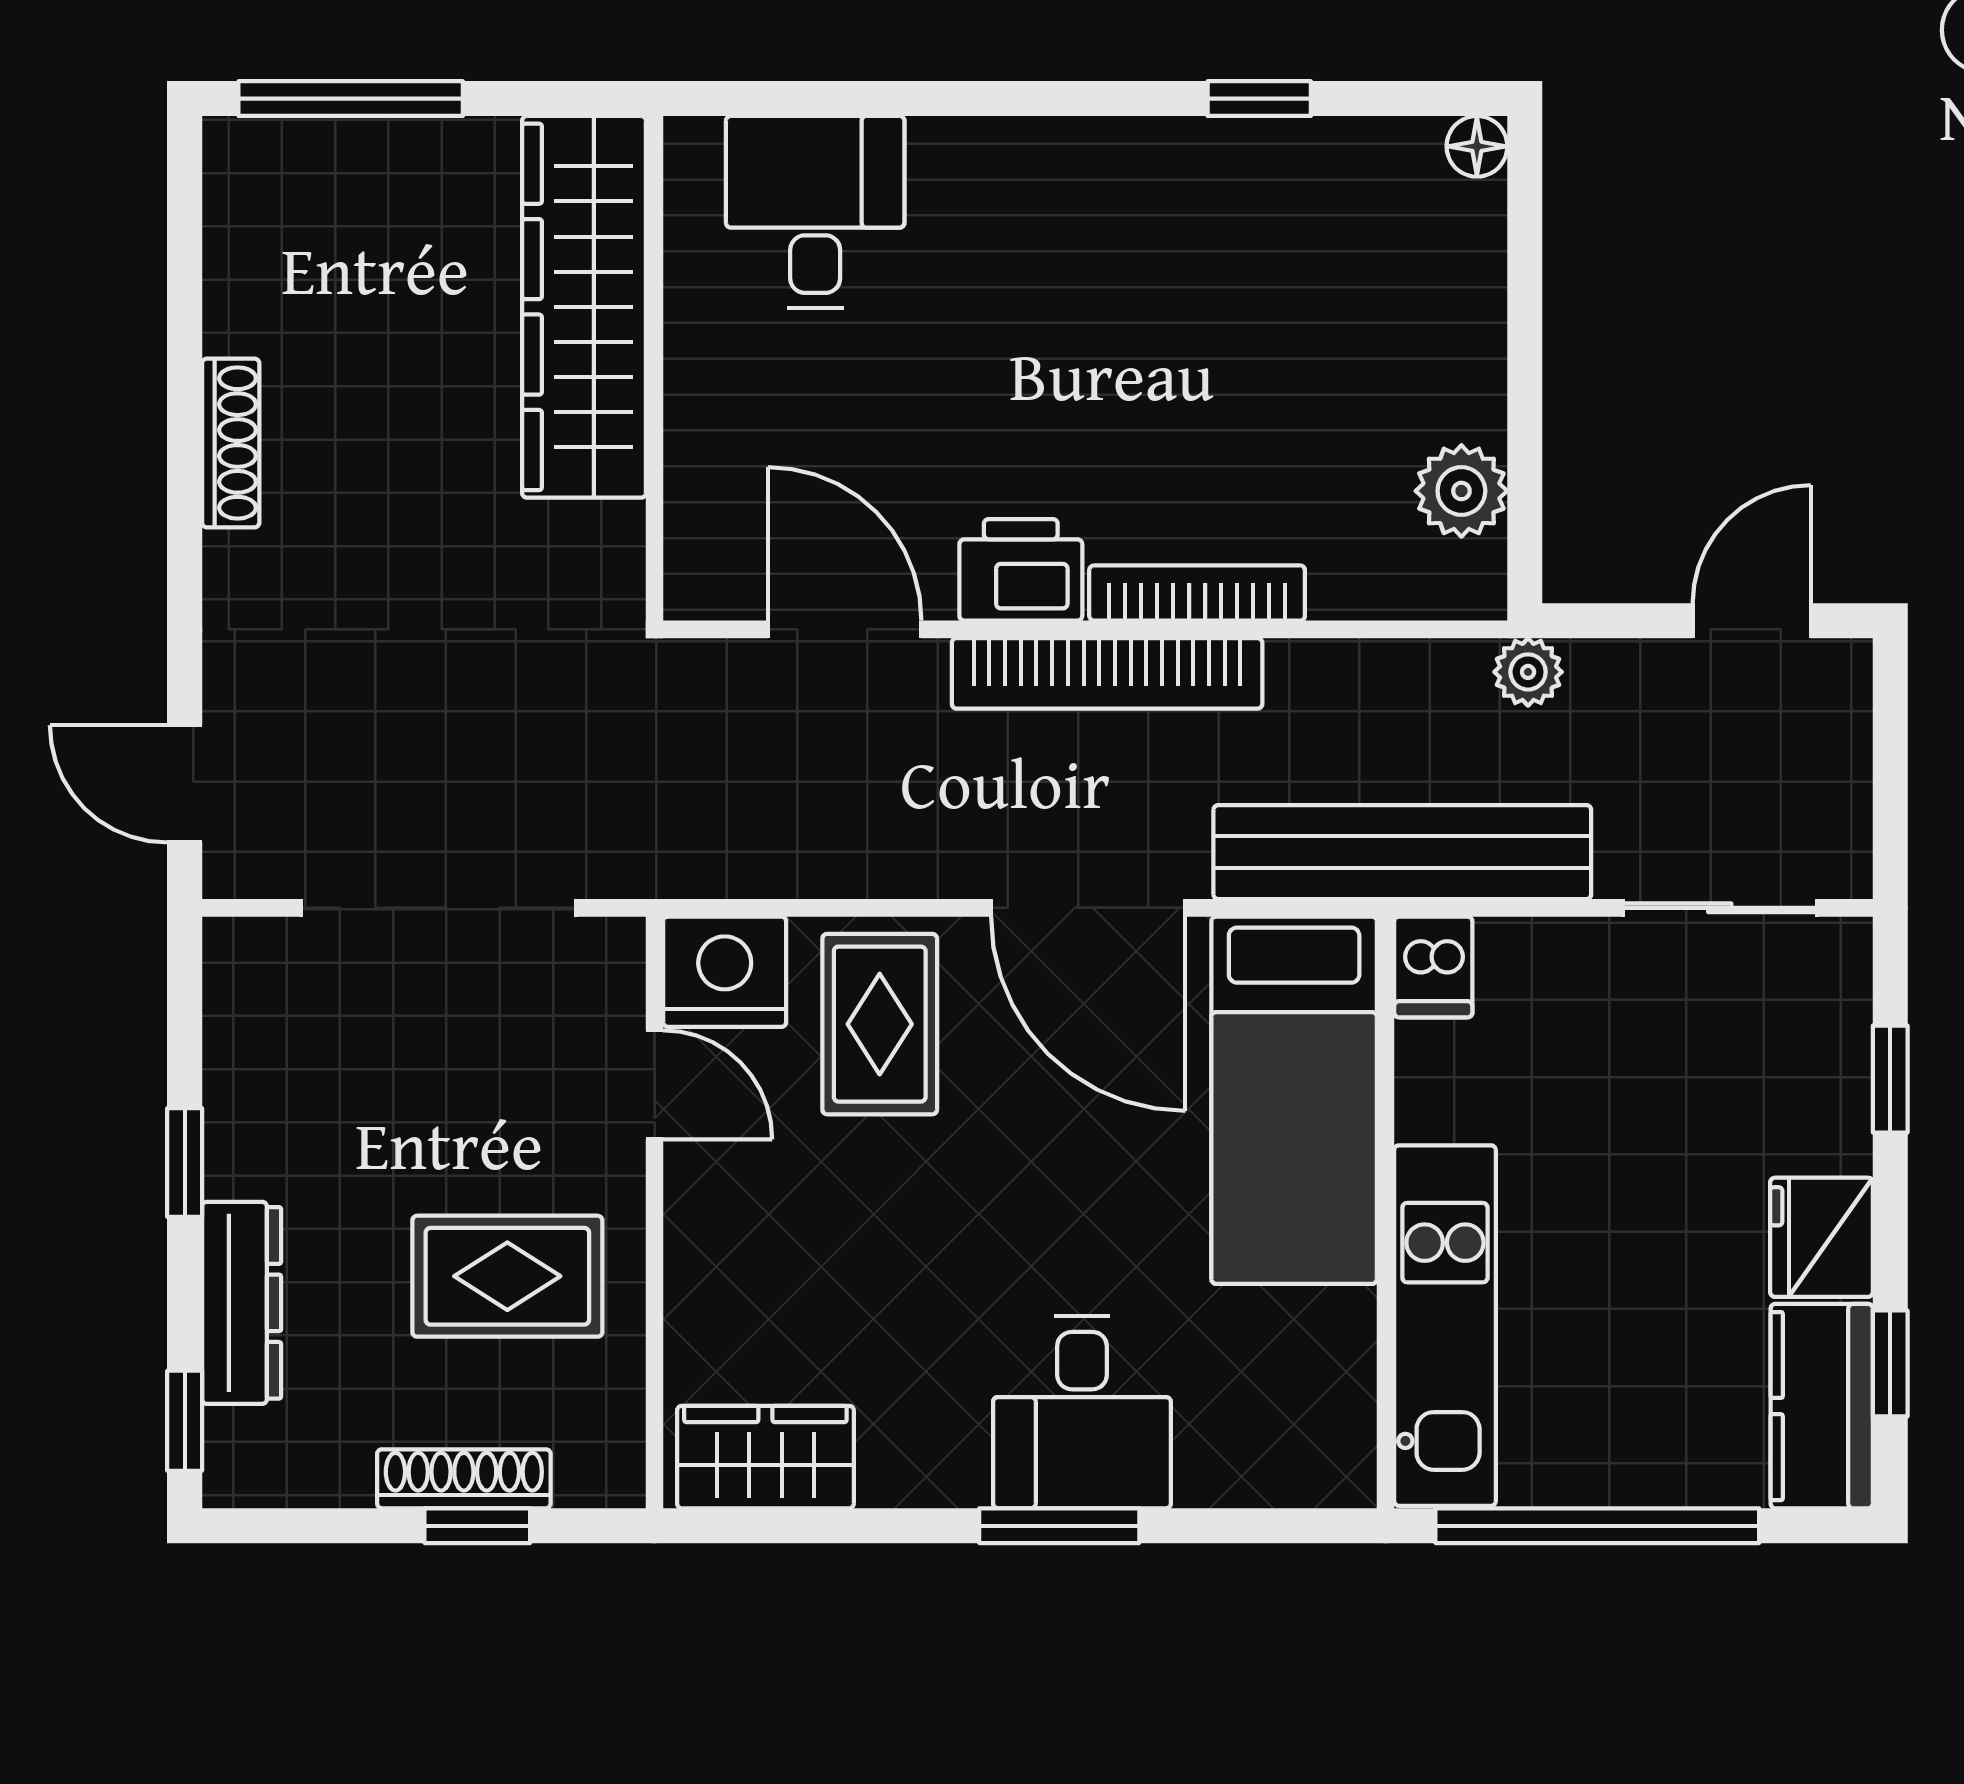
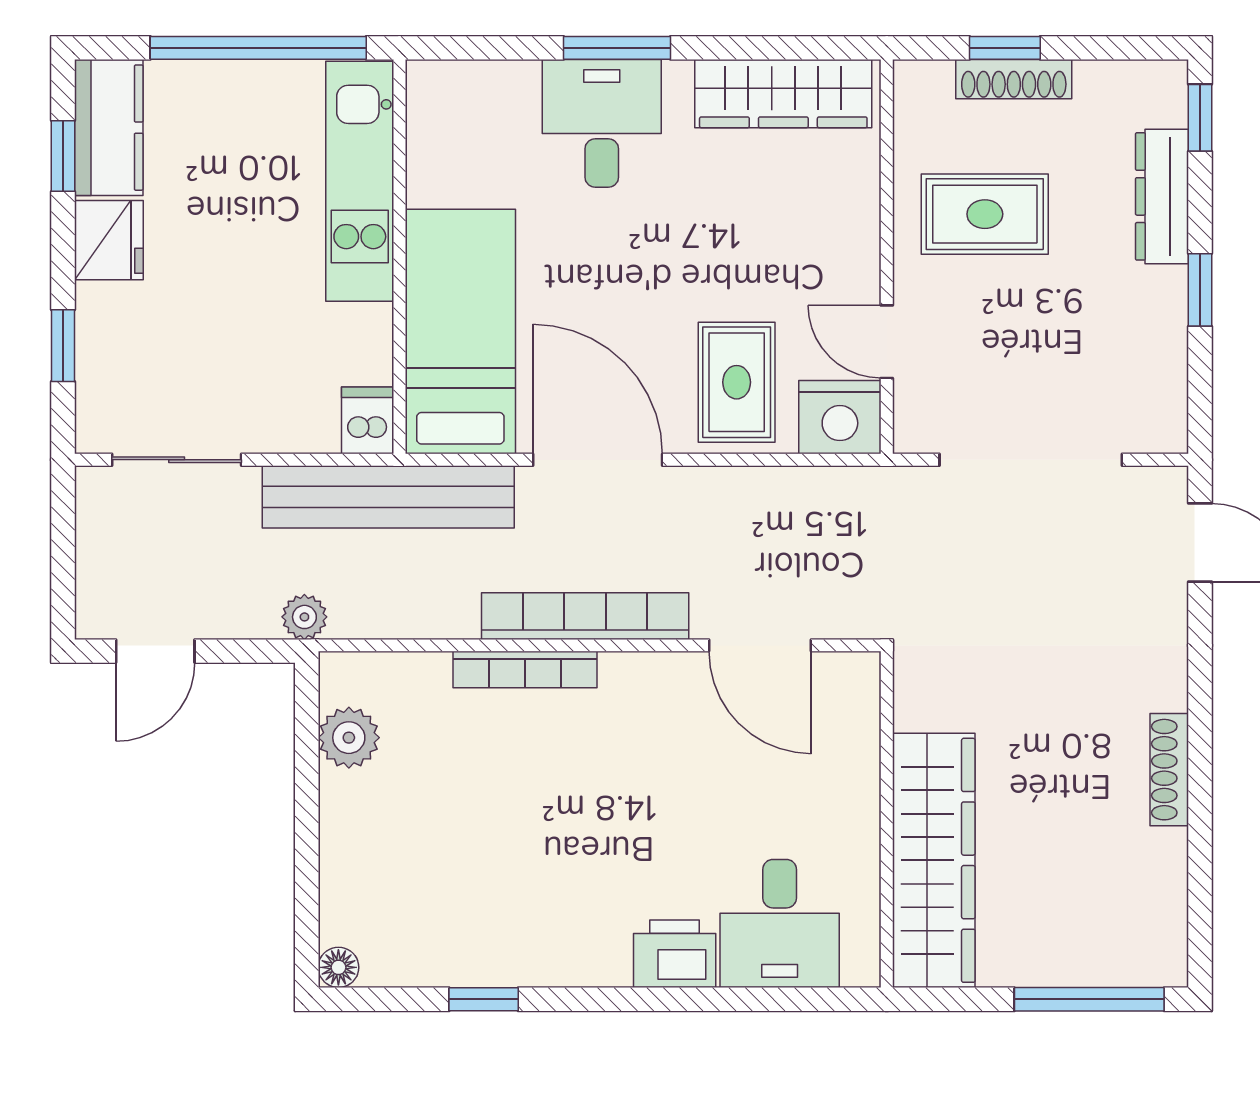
printer: (1021, 570) -> (675, 954), moved, turned 180
wardrobe: (765, 1457) -> (783, 94), width x1.50

